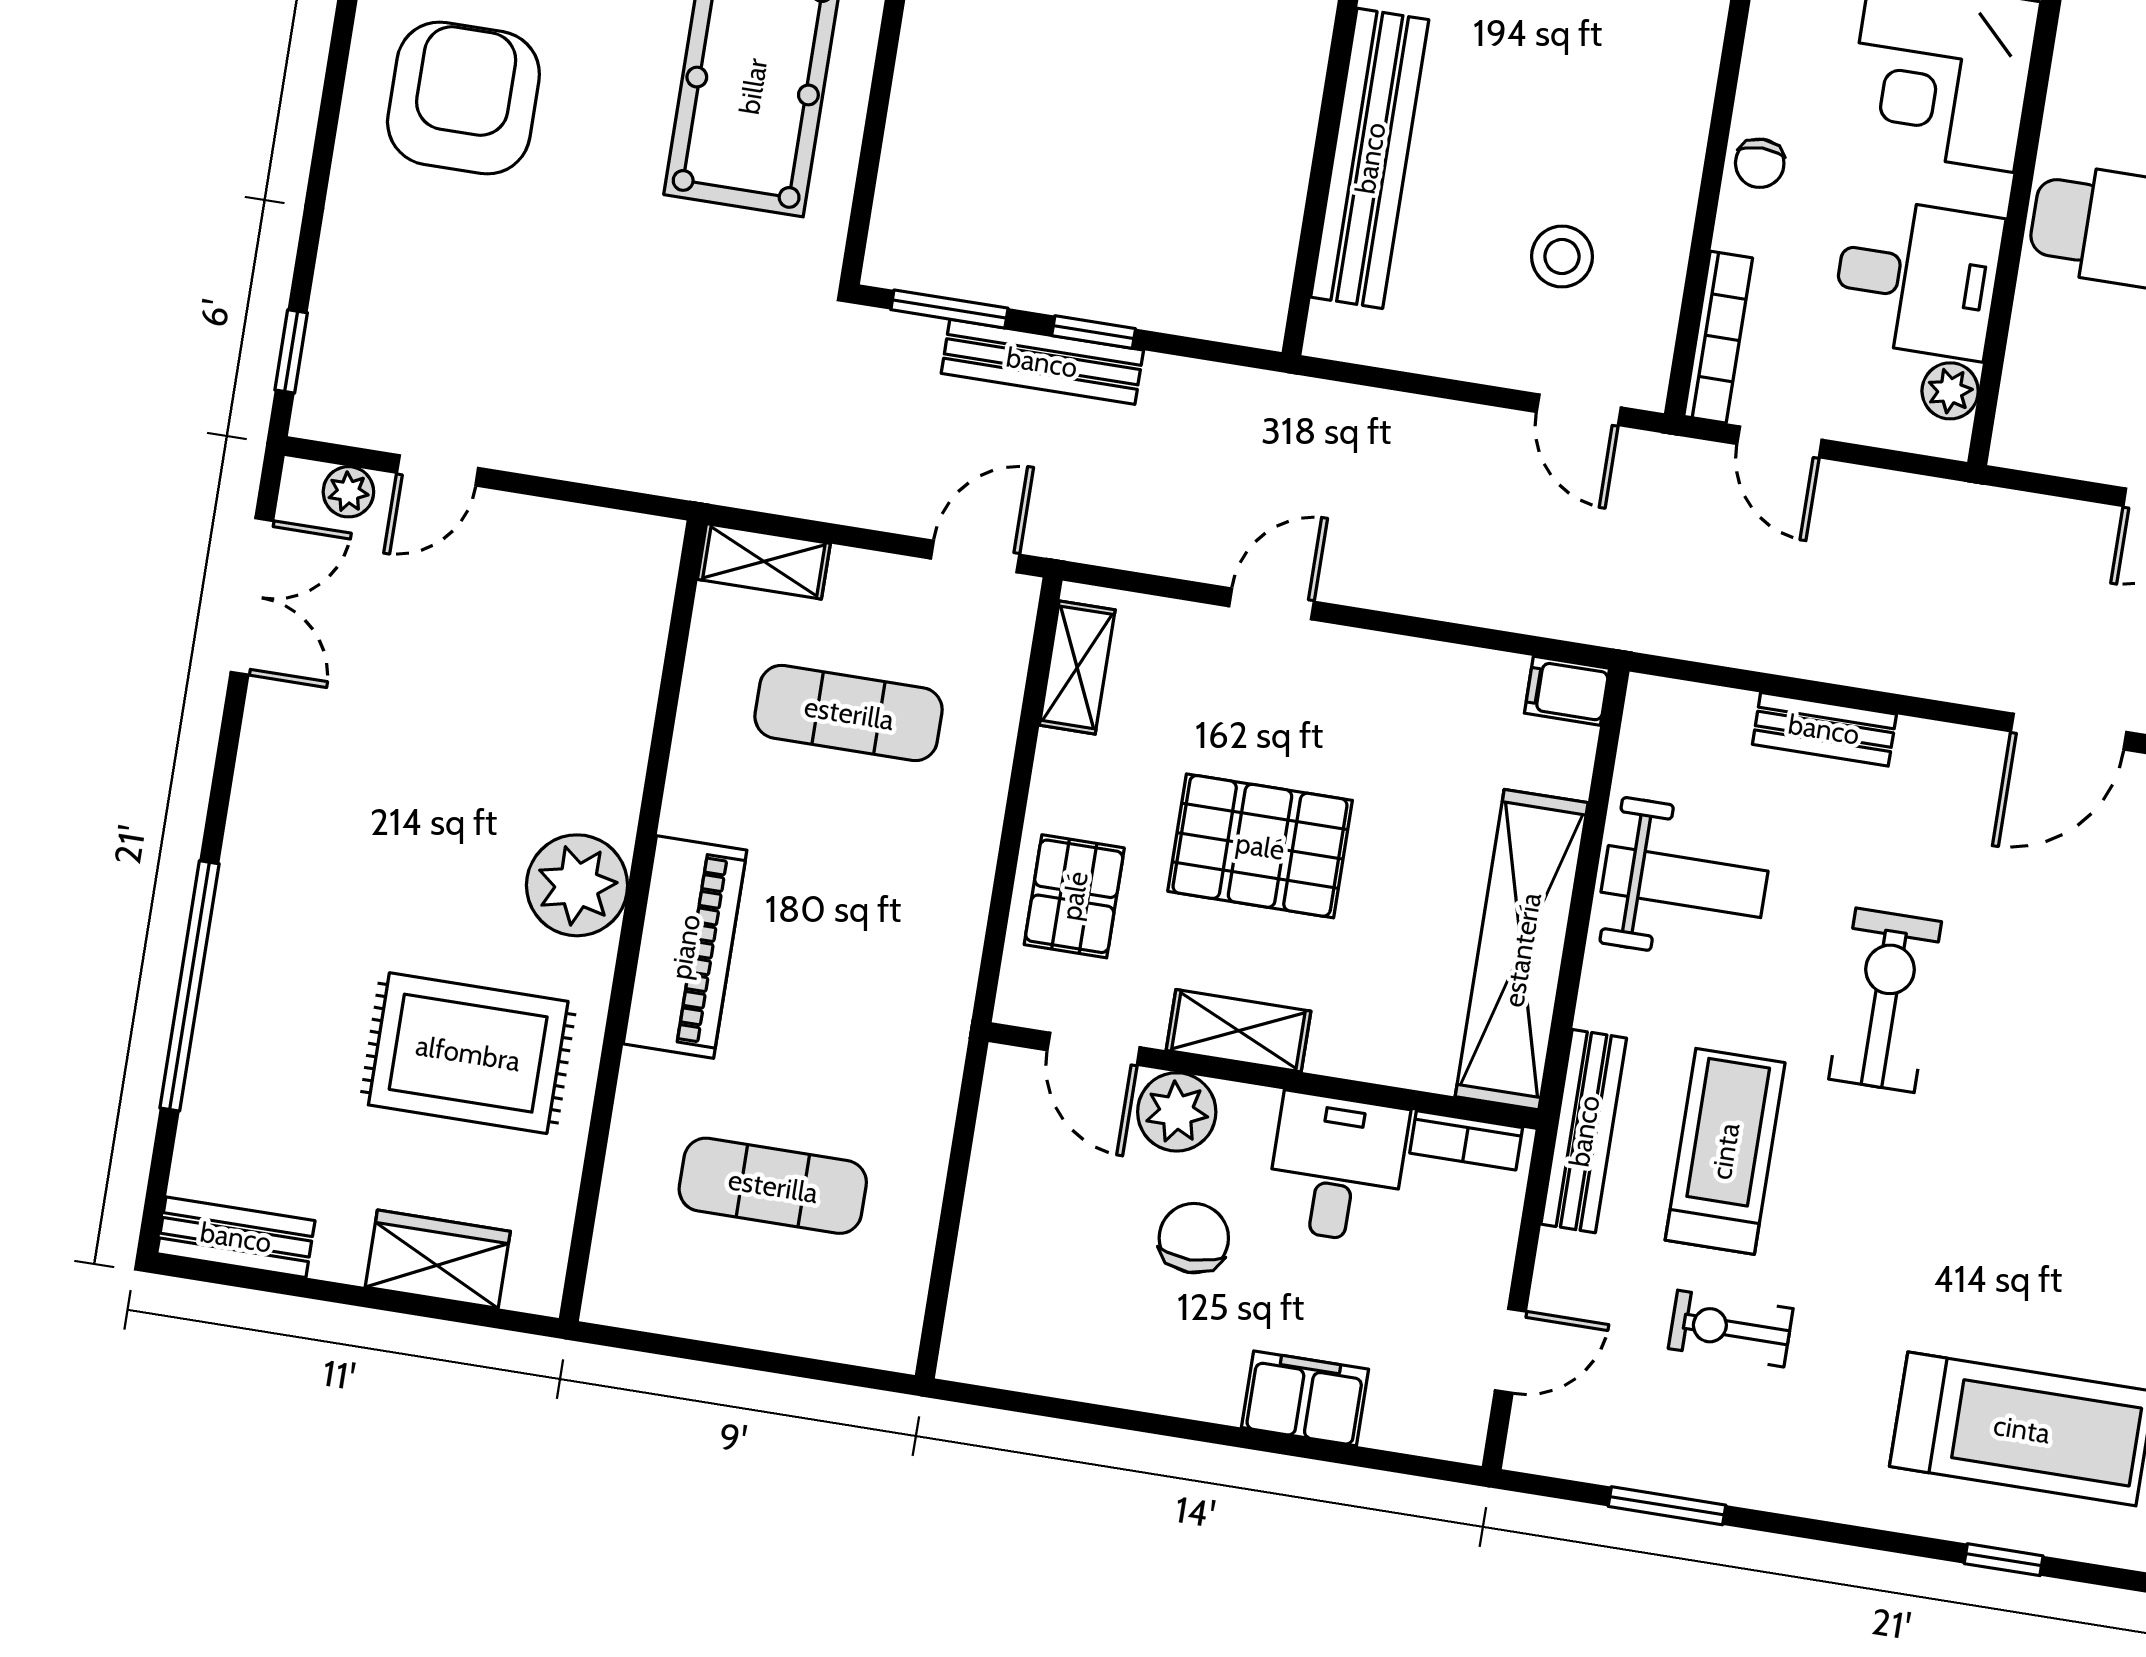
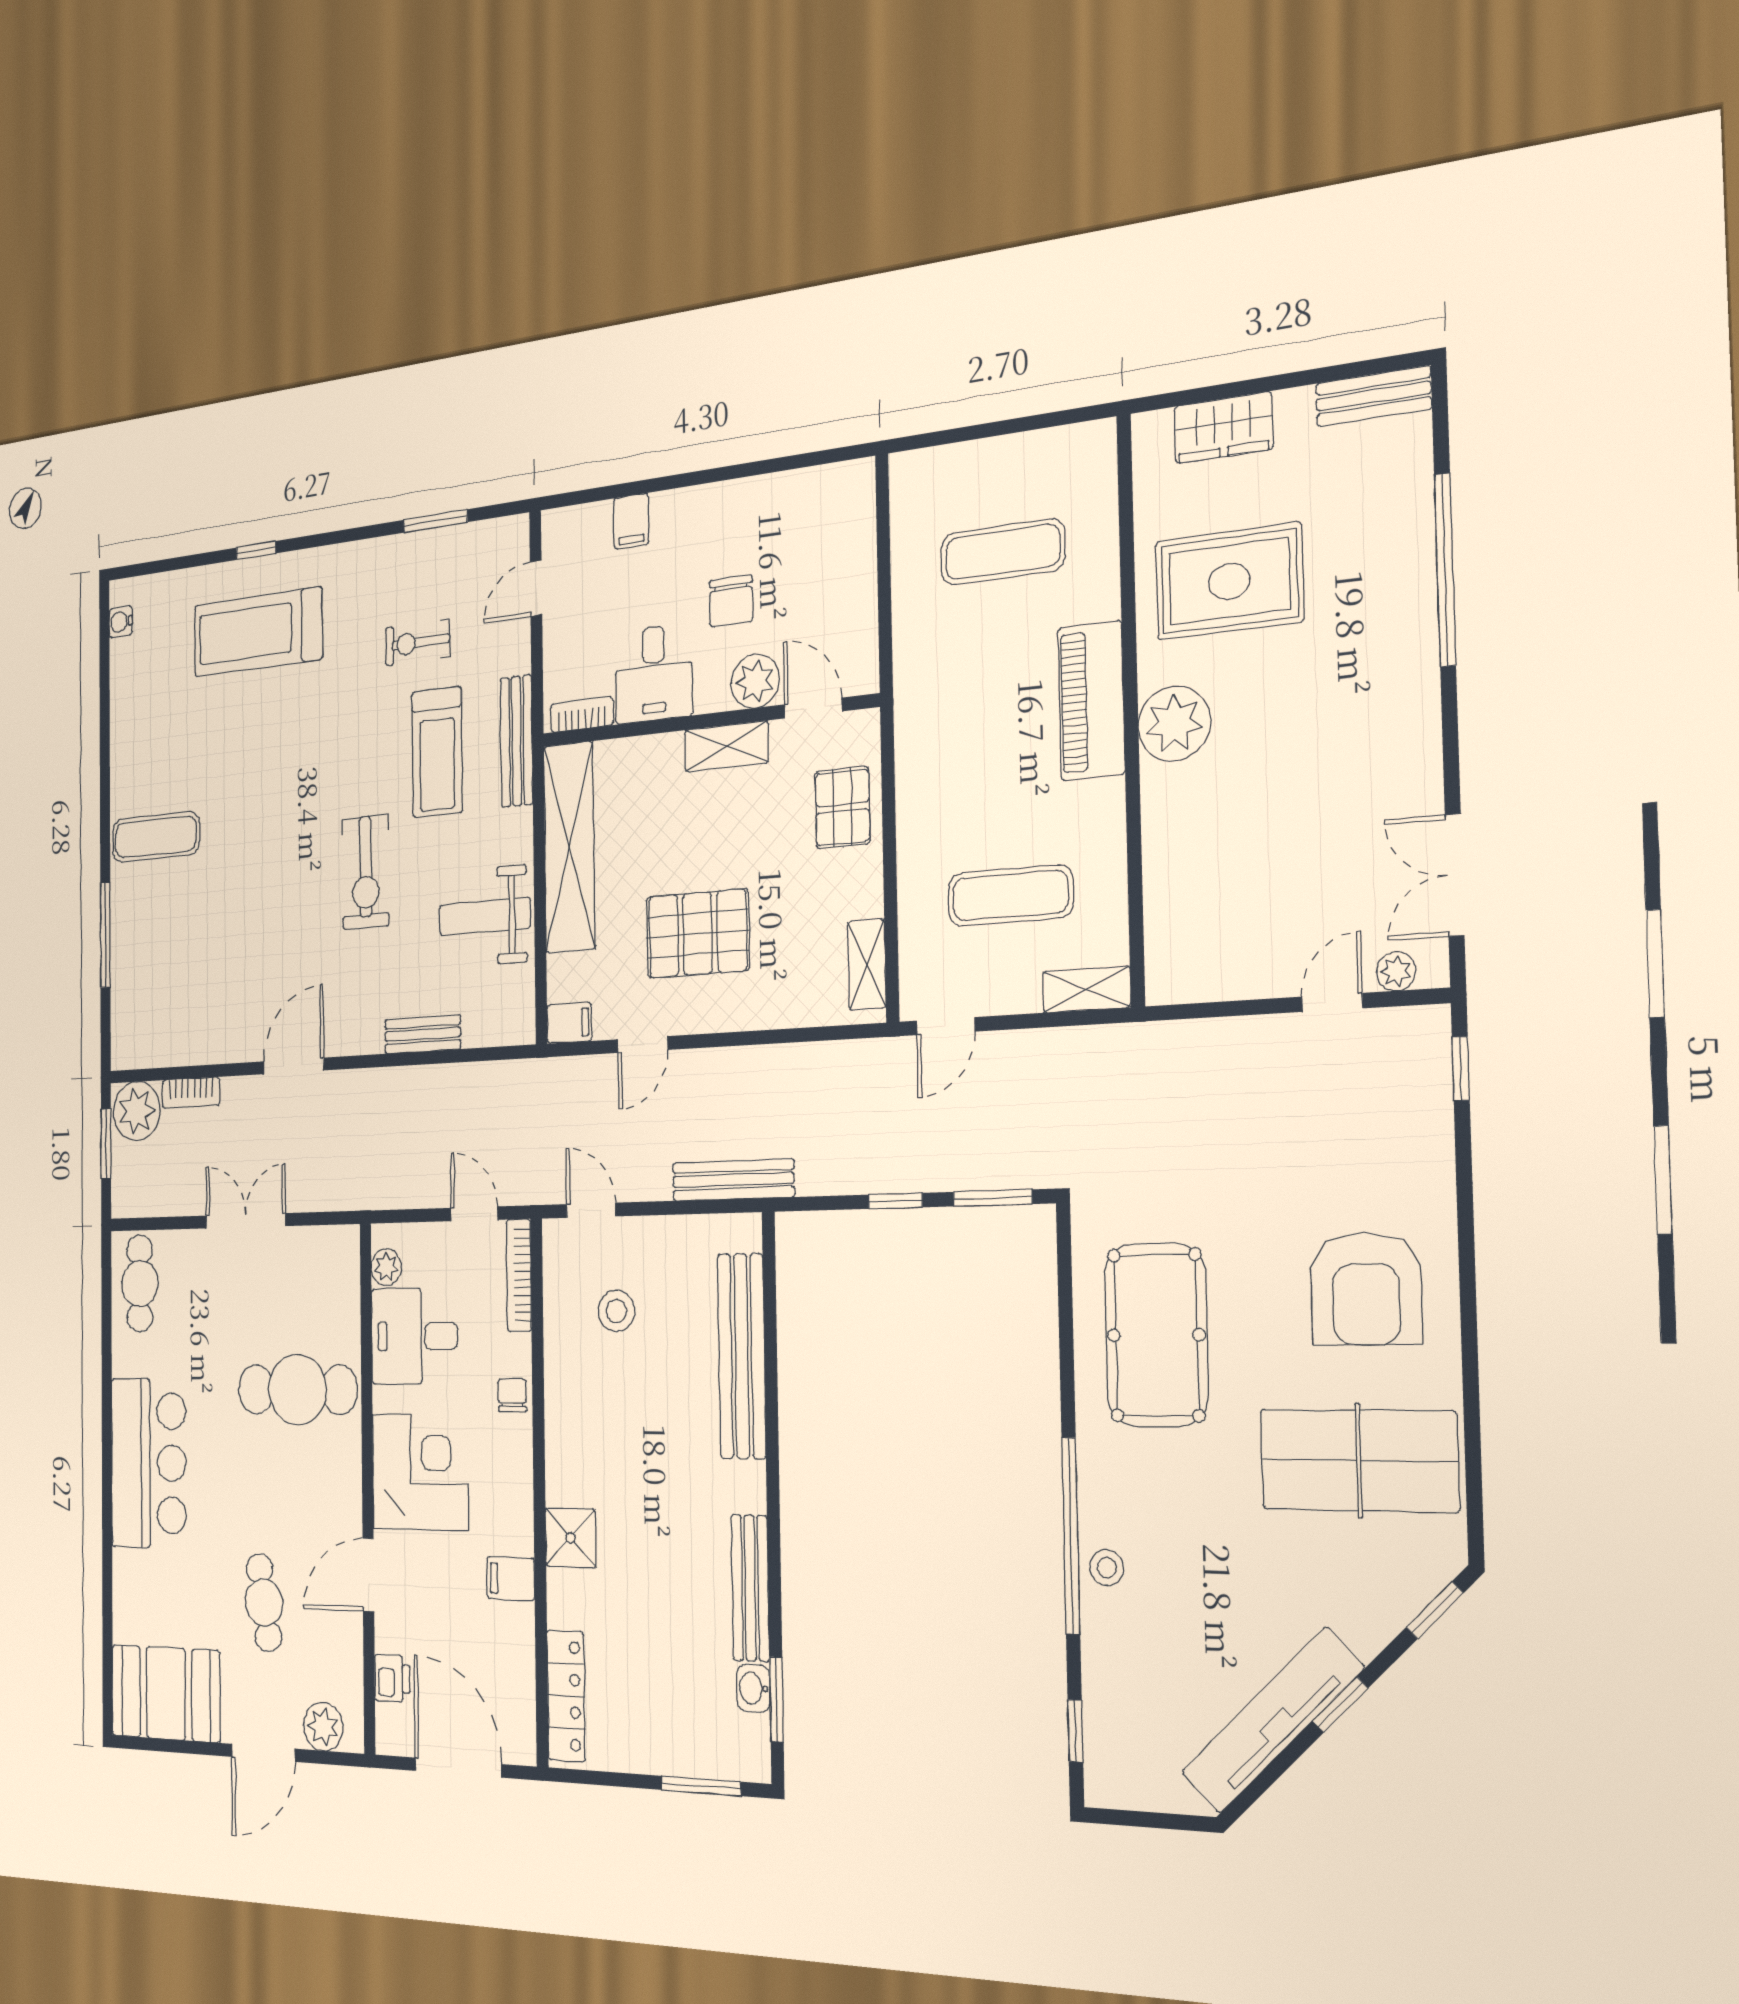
bench: (1042, 362) -> (733, 1180), moved
door: (1272, 604) -> (643, 1045), moved
pallet: (1260, 846) -> (698, 934), moved
exercise bike: (1731, 1329) -> (418, 642), turned 180
filing cabinet: (1305, 1398) -> (631, 521), width x0.50

